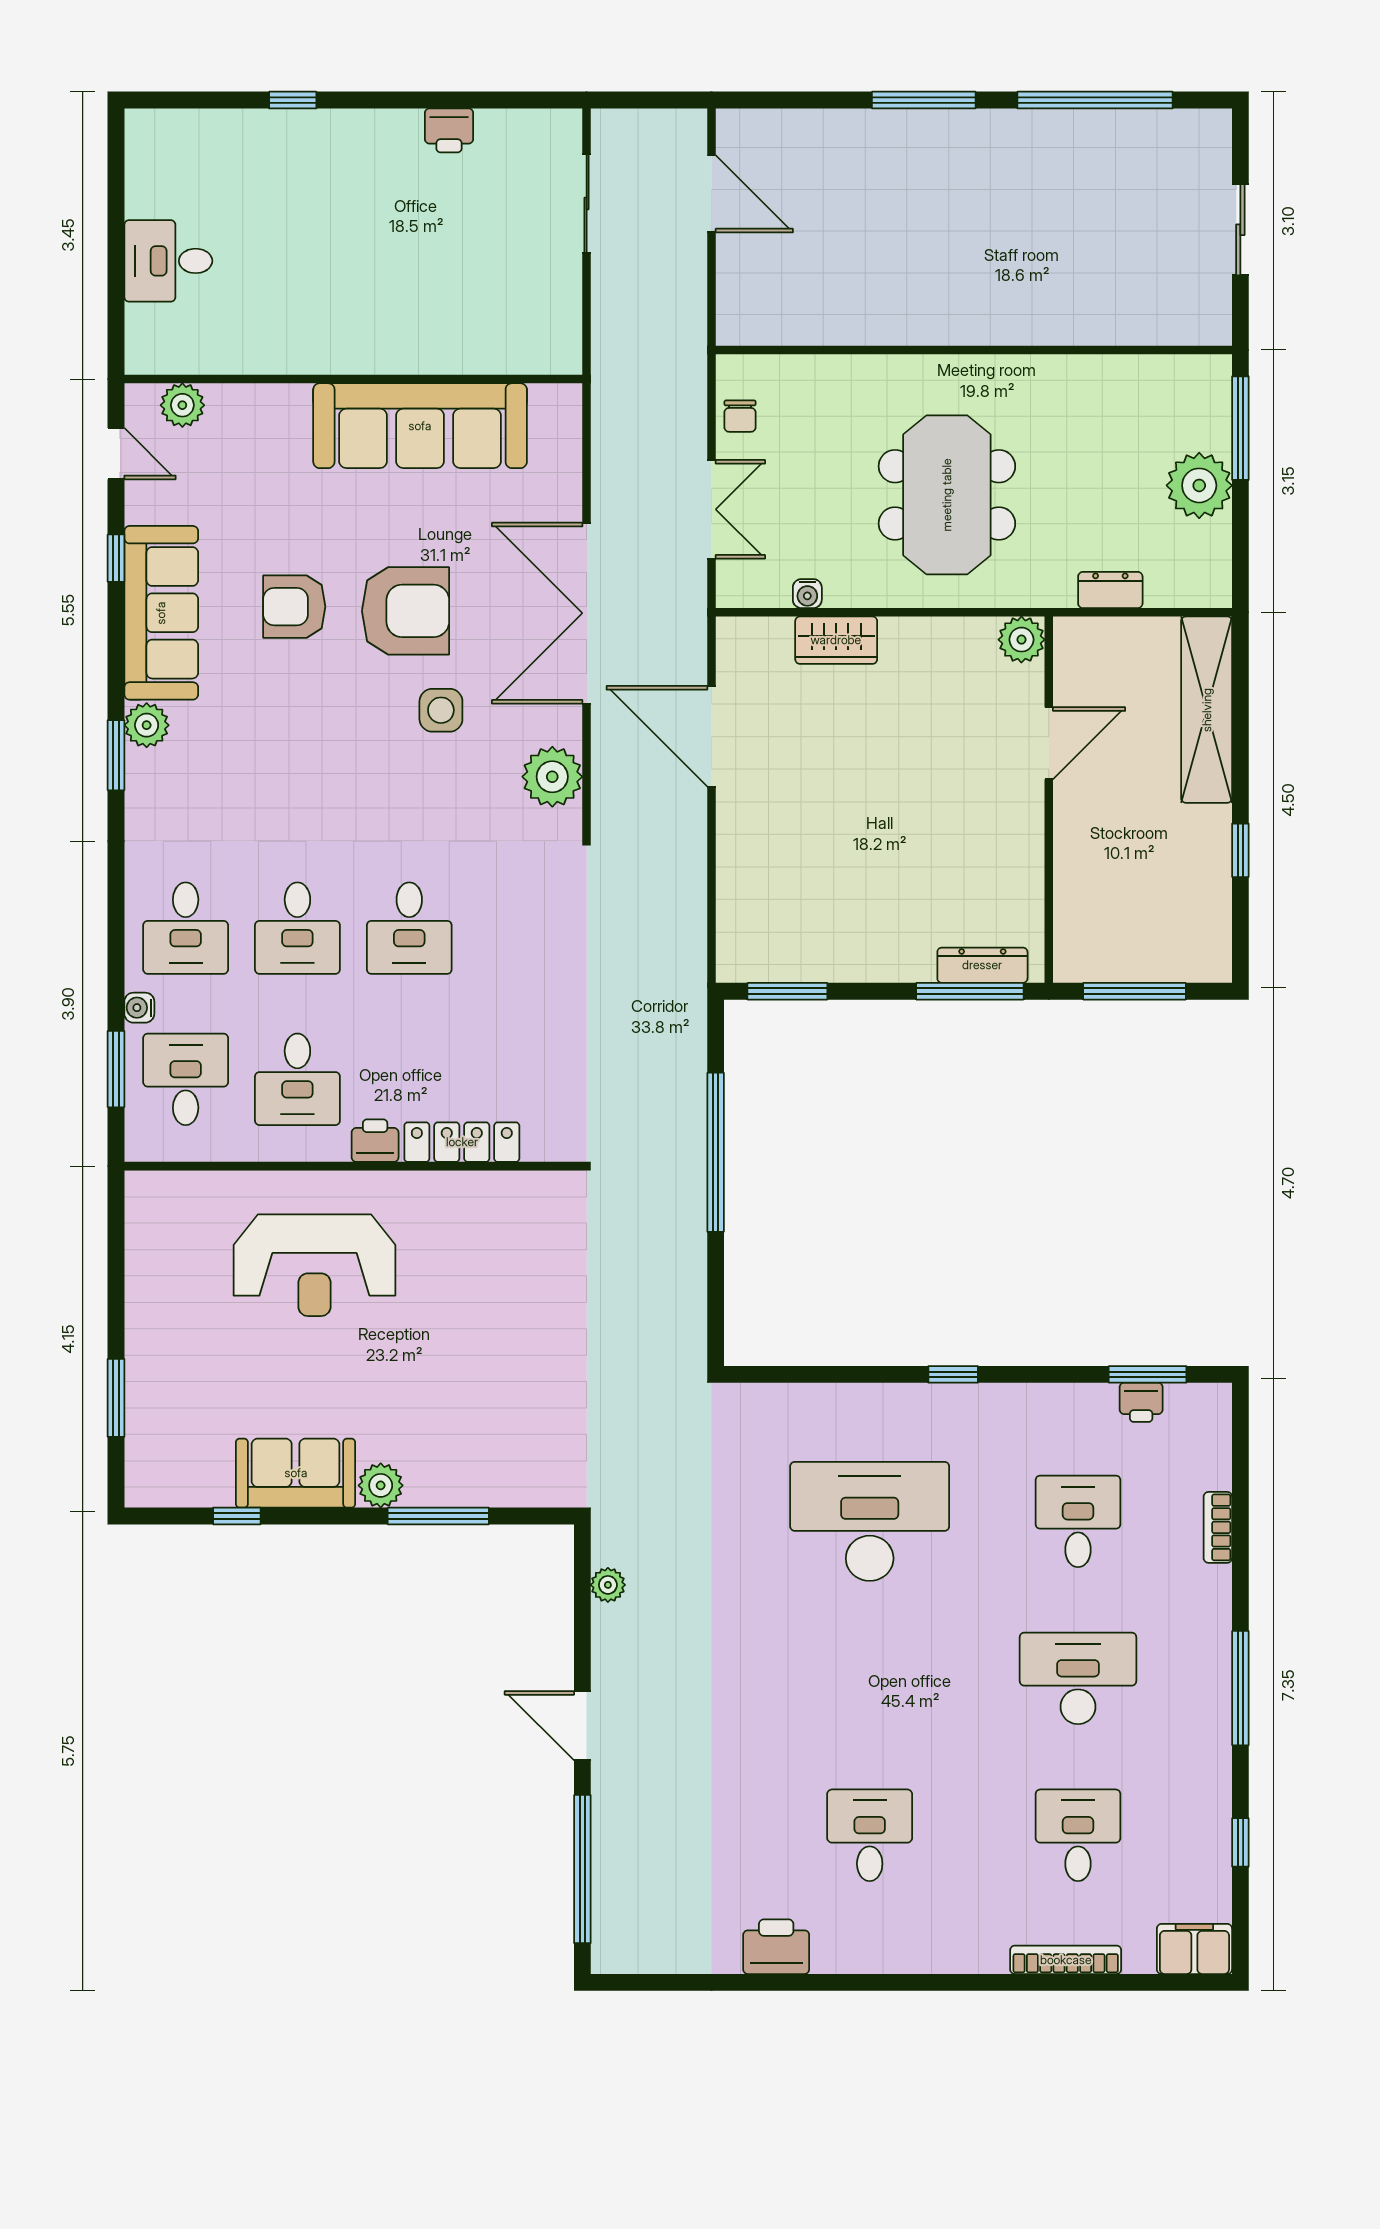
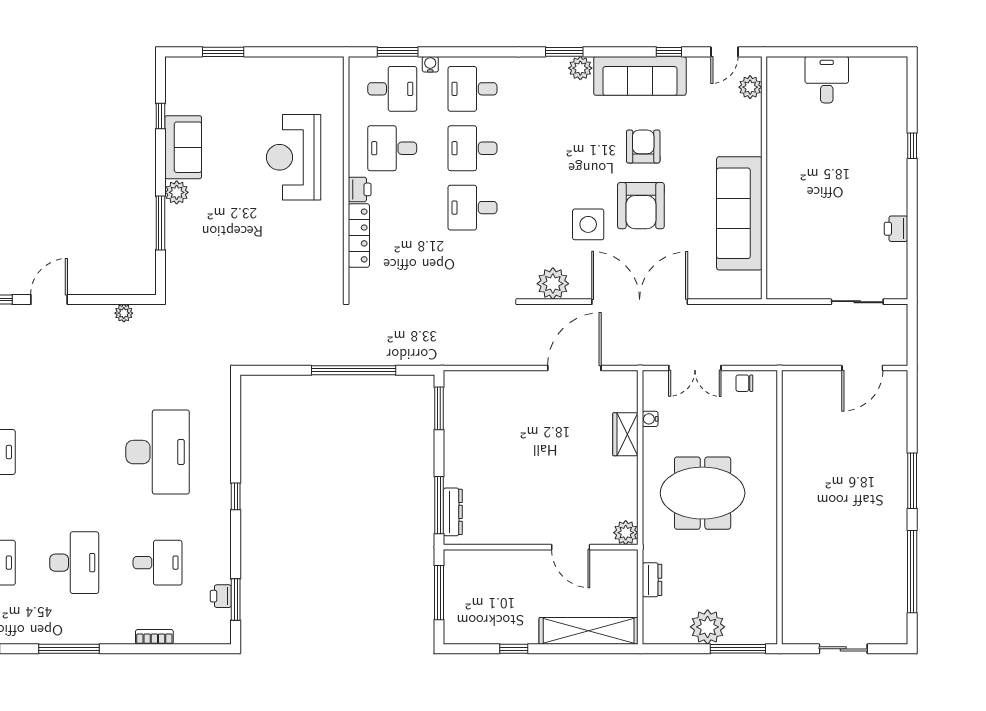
side table: (441, 710) -> (588, 224), width x1.37, depth x1.37

